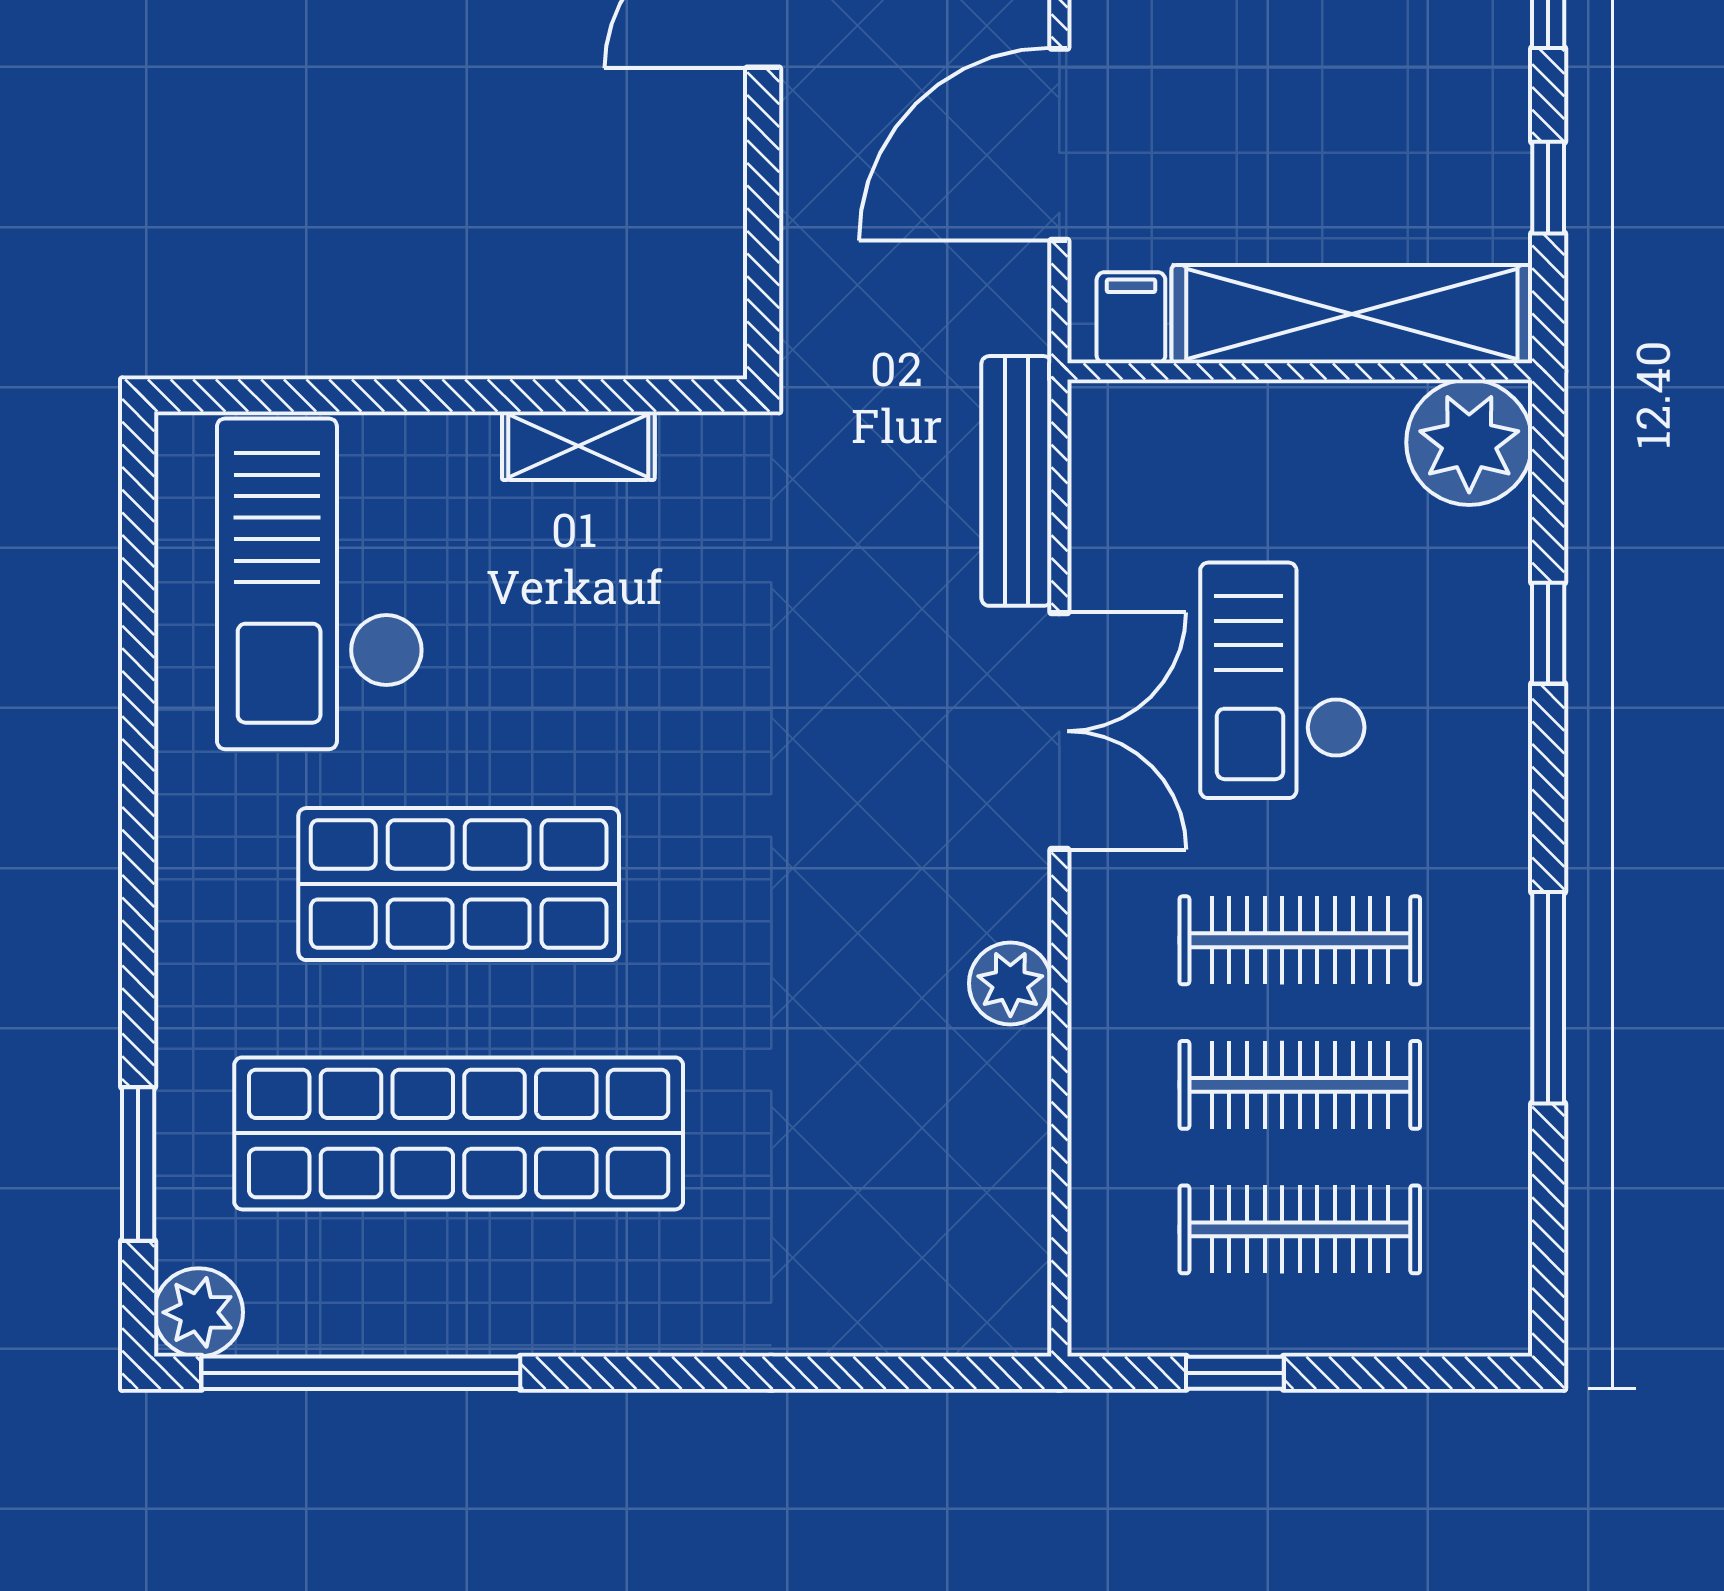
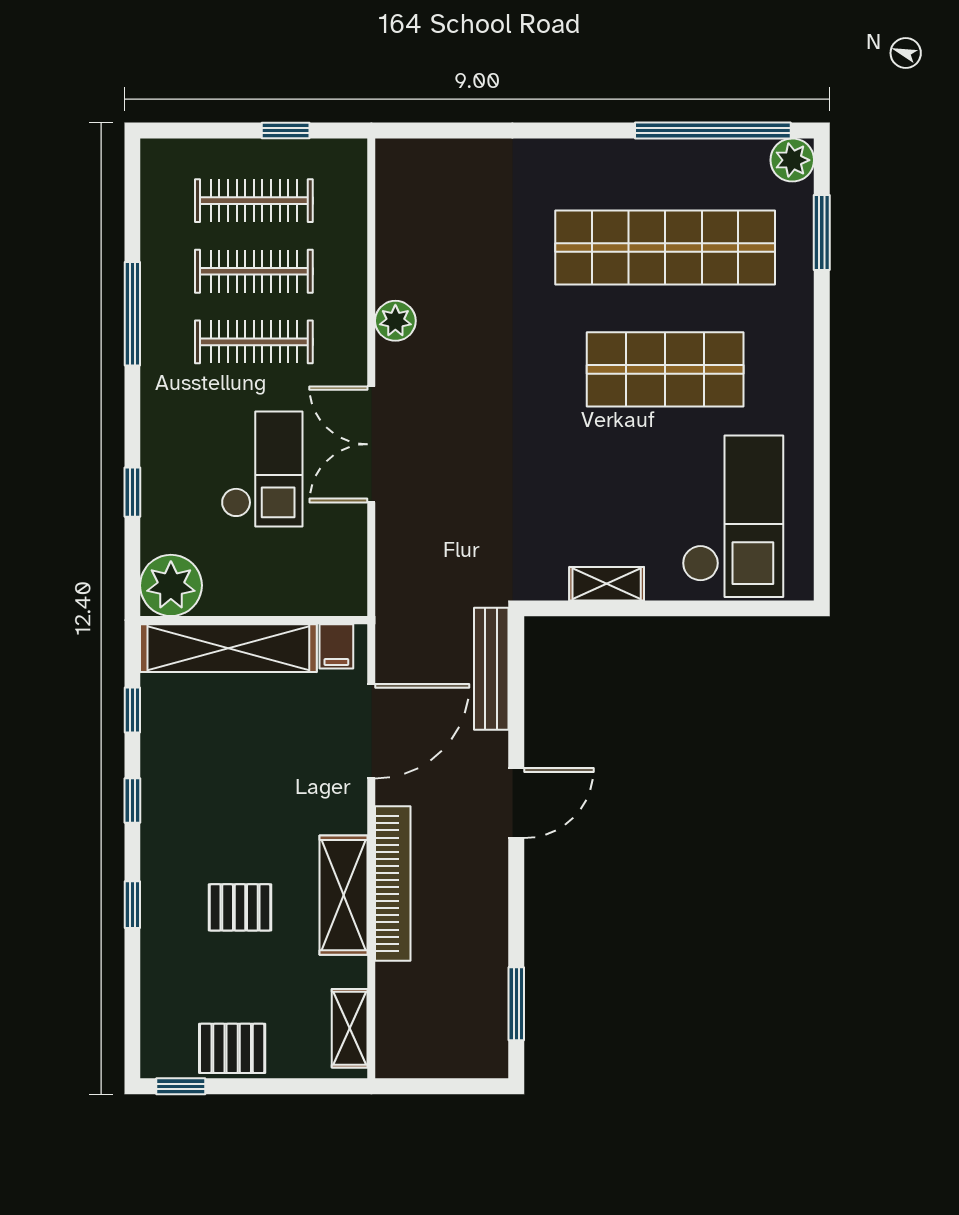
bench: (1016, 481) -> (491, 669), moved

